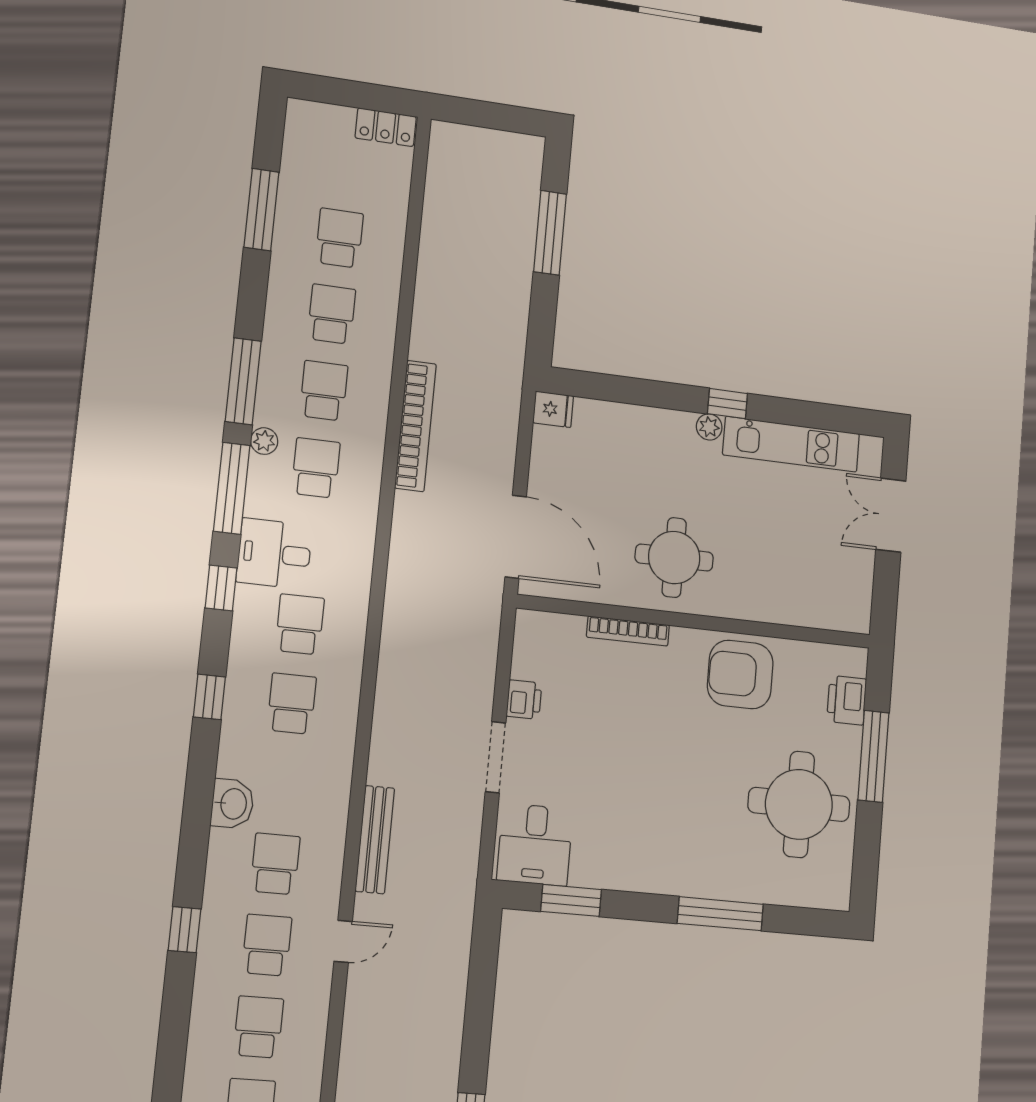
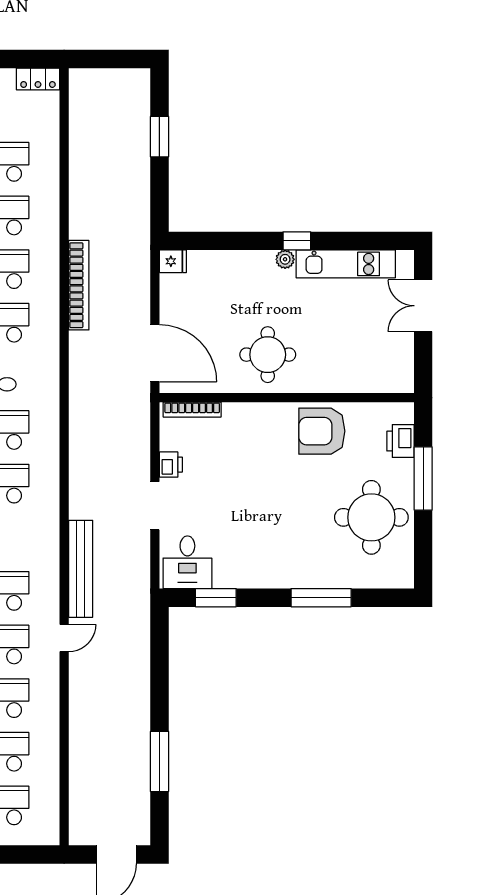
window: (550, 233) -> (159, 137), width x0.69
bookcase: (628, 631) -> (192, 410), moved
bench: (375, 840) -> (81, 569), width x1.37, depth x1.21

